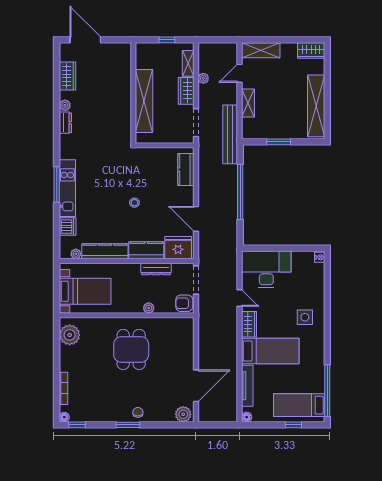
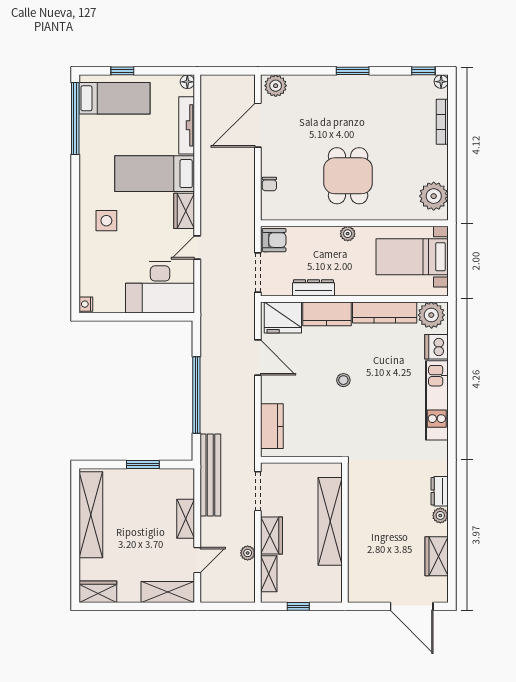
window: (57, 185) -> (452, 405), removed
plant: (76, 254) -> (431, 315), width x1.88, depth x1.88
door: (240, 298) -> (197, 247), hinge flipped
plant: (149, 308) -> (348, 234), moved
chair: (138, 412) -> (269, 184), moved

